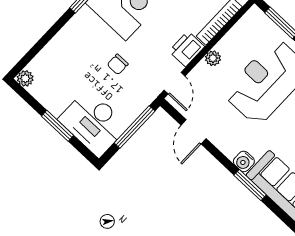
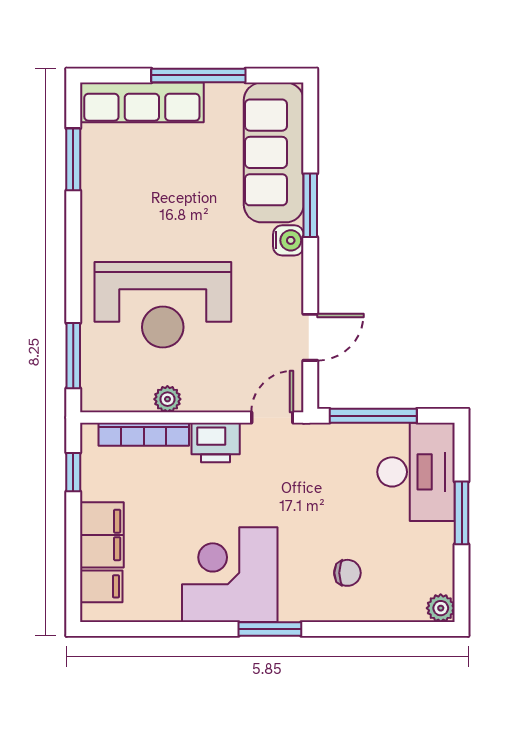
plant: (213, 58) -> (167, 399), moved
chair: (118, 64) -> (347, 573), moved

